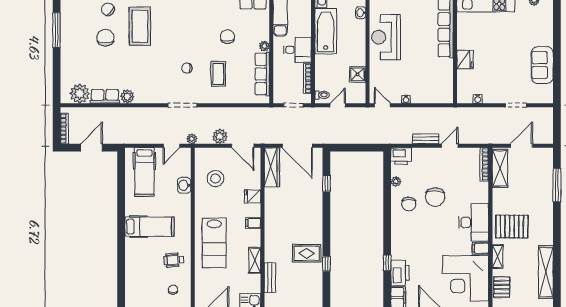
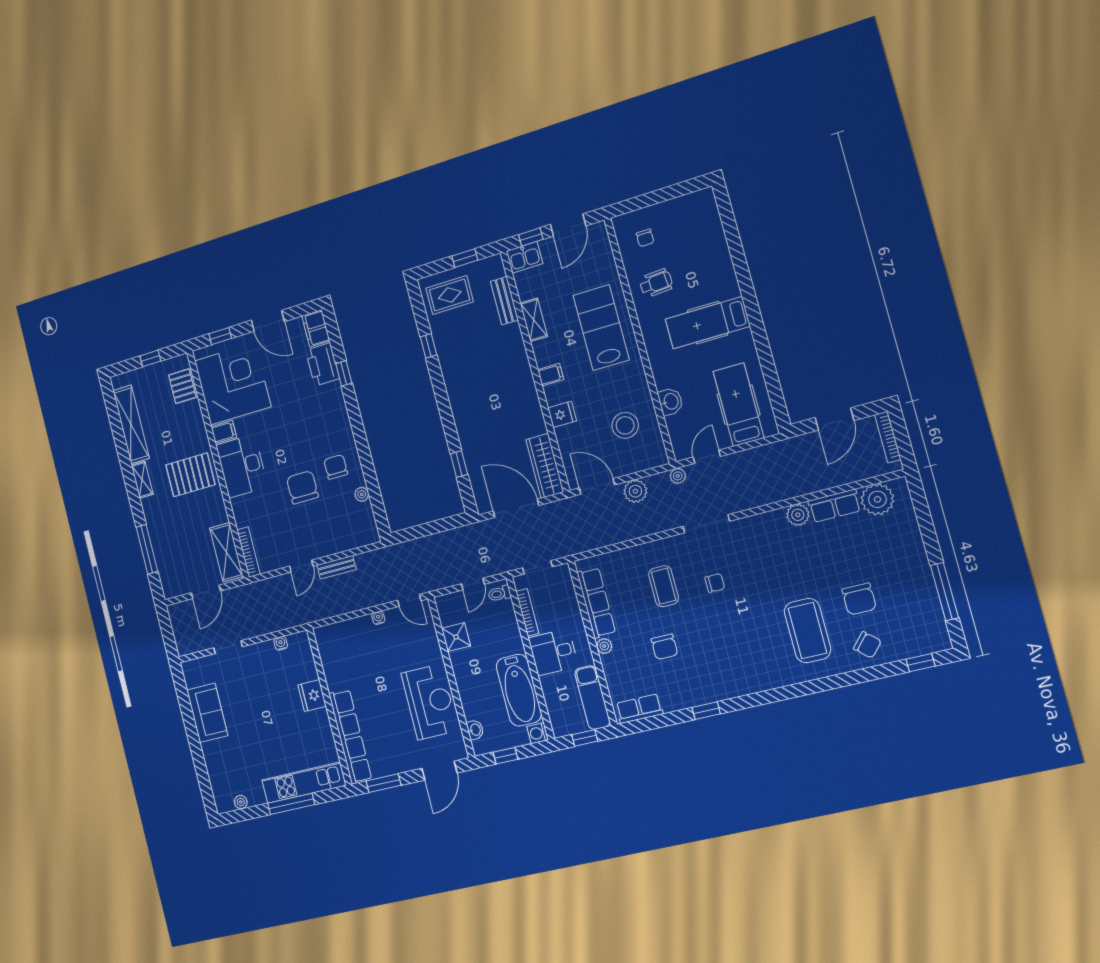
printer: (401, 156) -> (364, 533), removed
rug: (307, 253) -> (450, 295), moved
shelving: (498, 257) -> (142, 480), moved

